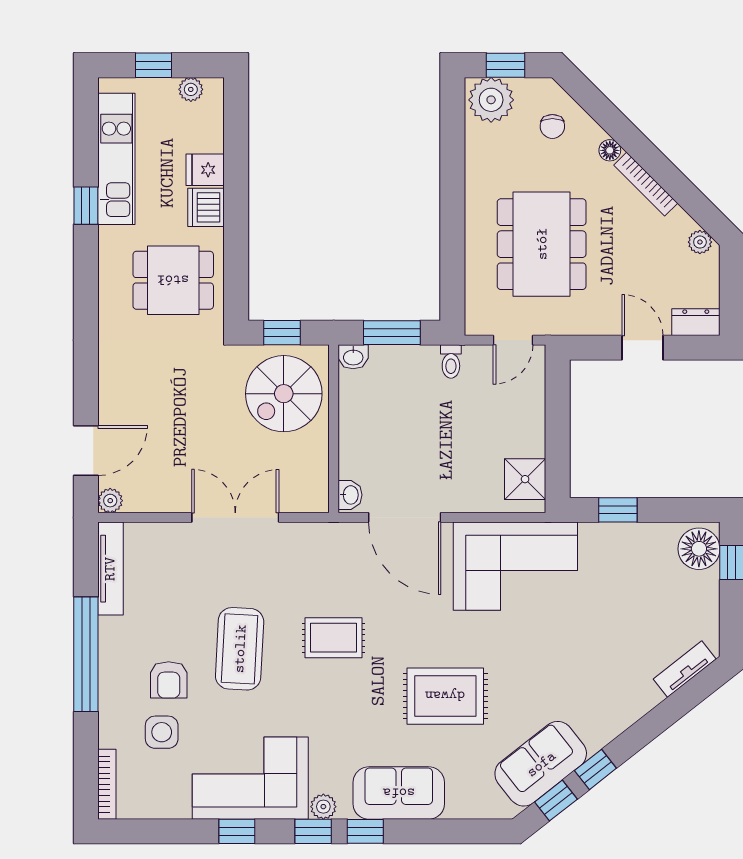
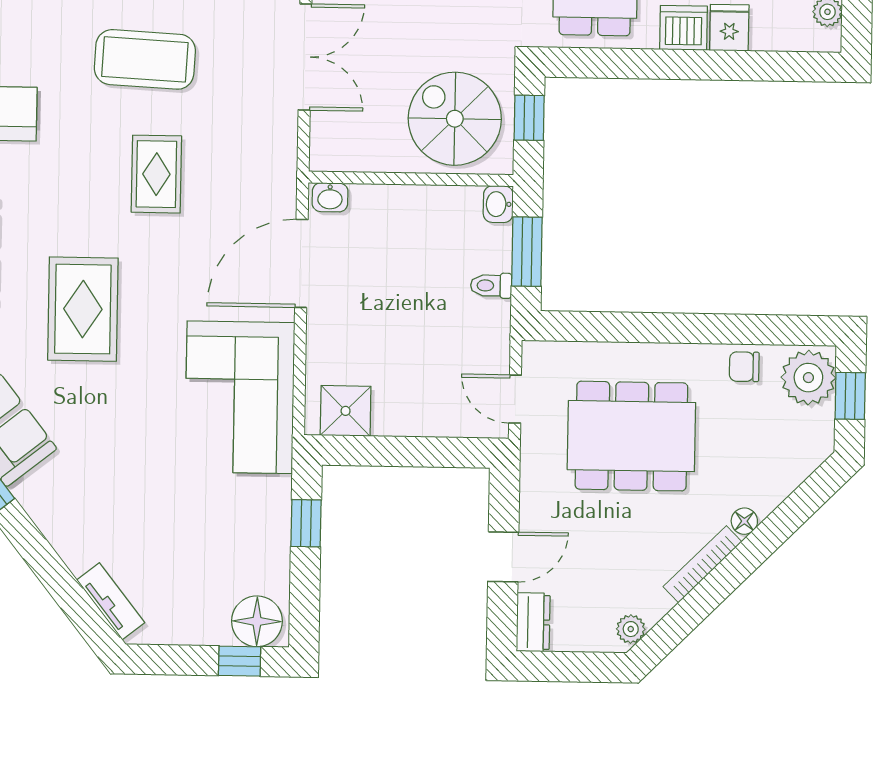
chair: (552, 126) -> (744, 367), moved
toilet: (451, 362) -> (491, 286), moved

